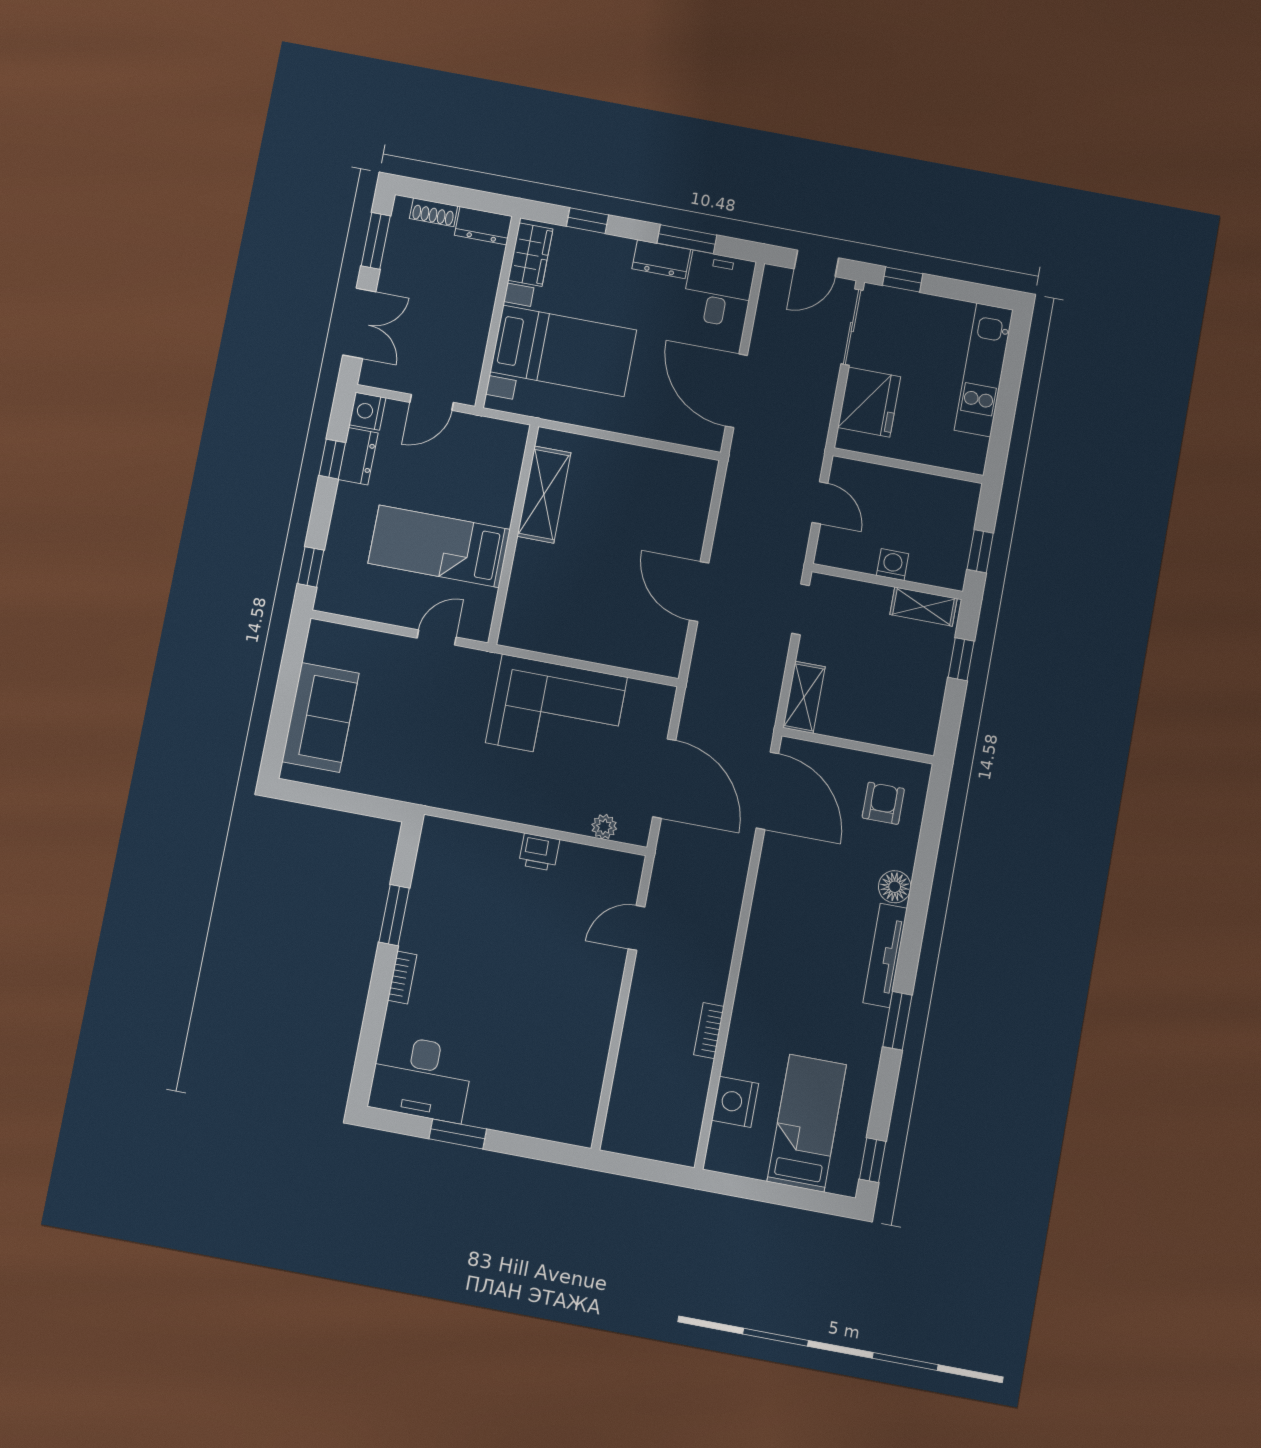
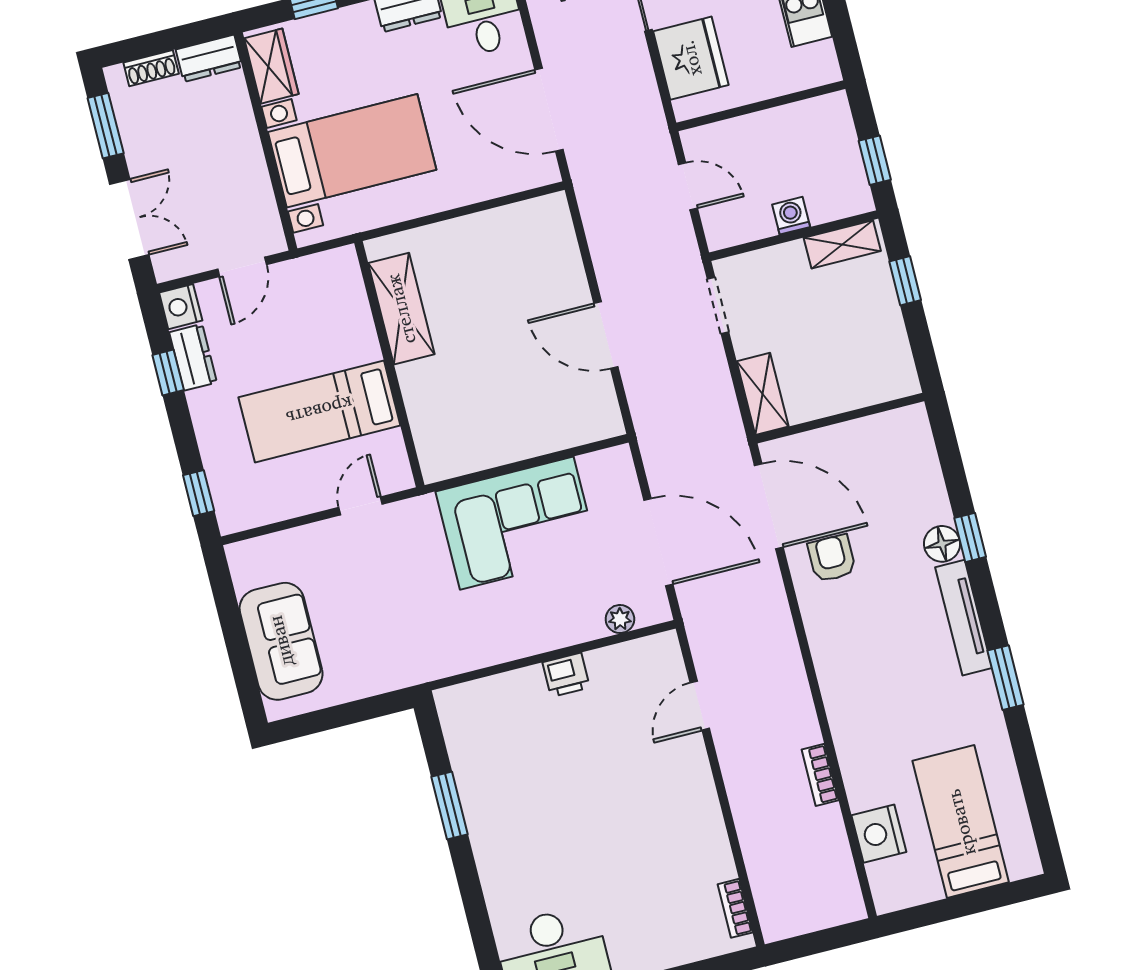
armchair: (883, 803) -> (832, 558), moved
bookcase: (402, 978) -> (735, 908), moved, turned 180
window: (873, 1160) -> (970, 537), moved

